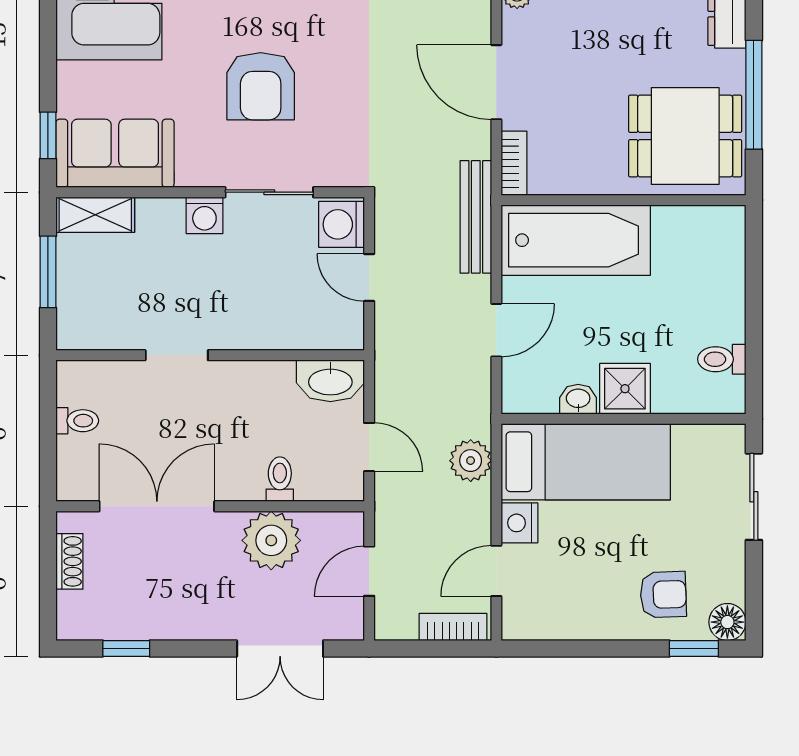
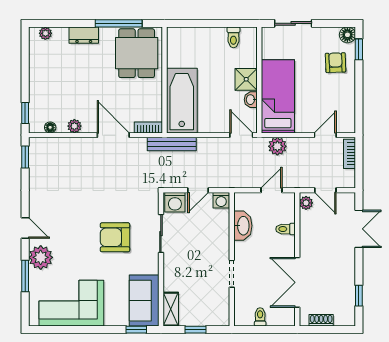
door: (496, 82) -> (113, 135), swing flipped
armchair: (261, 86) -> (115, 237), turned 180
washing machine: (204, 215) -> (221, 200), moved, turned 90
window: (48, 272) -> (196, 330), width x0.67
door: (496, 330) -> (241, 135), moved
washbasin: (330, 381) -> (243, 226), moved
nightstand: (519, 523) -> (304, 125), removed
plant: (271, 540) -> (306, 203), moved, width x0.53, depth x0.53
door: (496, 571) -> (325, 135), swing flipped

